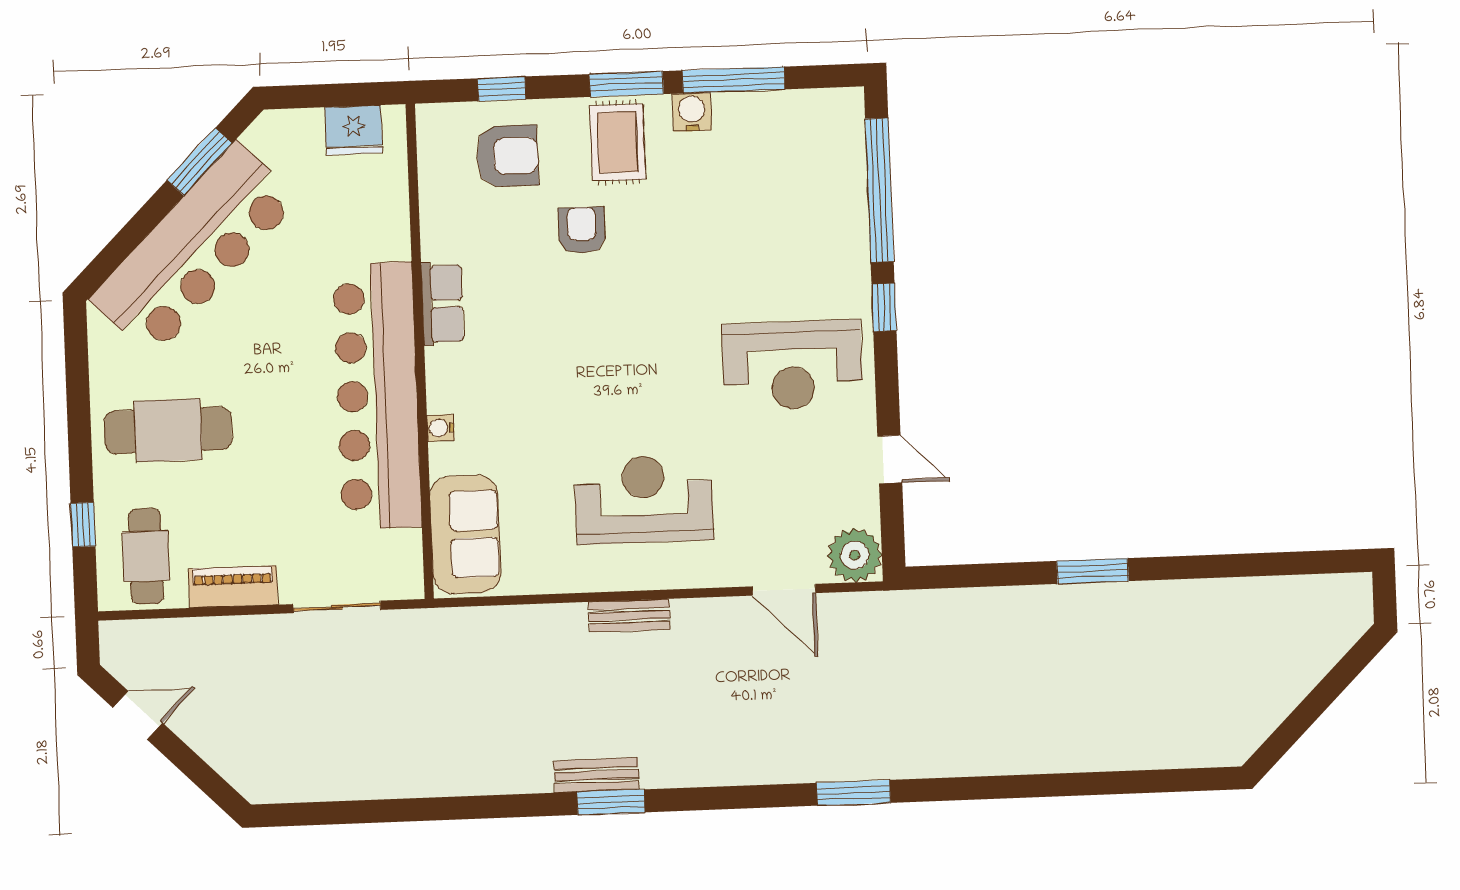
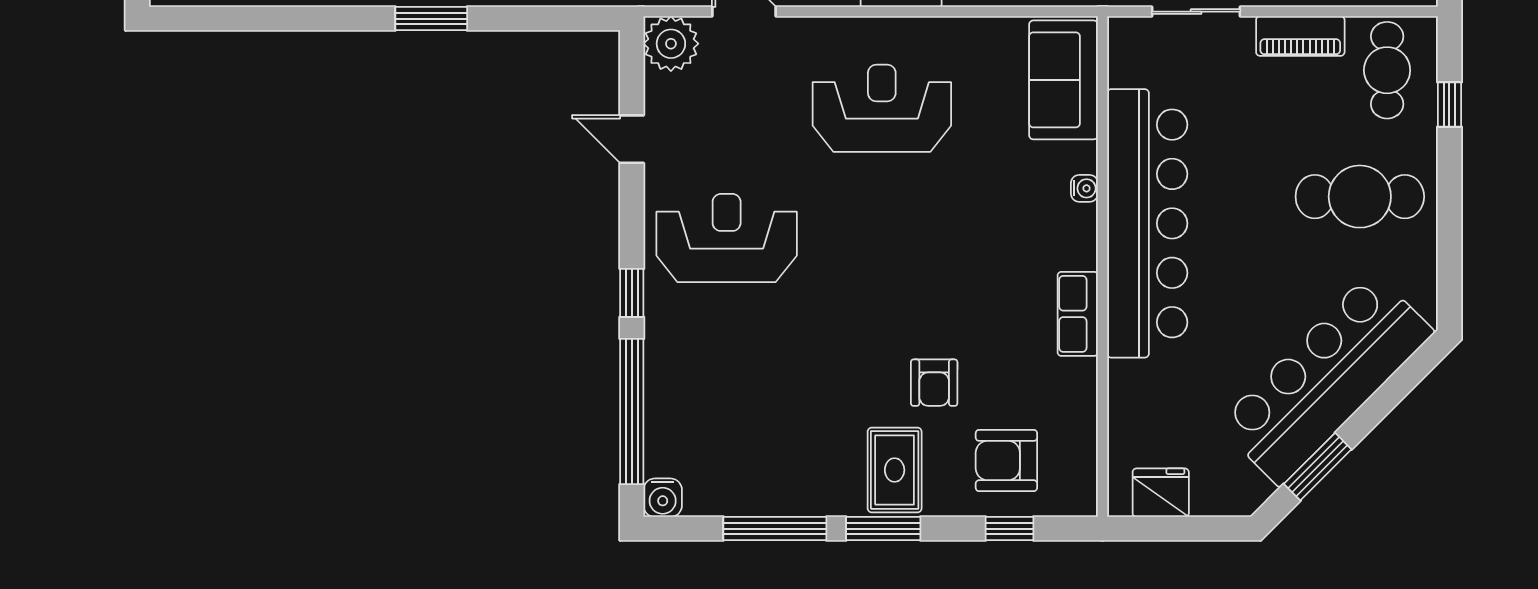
water cooler: (692, 112) -> (663, 498), moved
reception desk: (644, 499) -> (882, 108), turned 180

